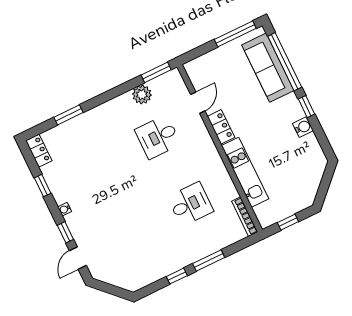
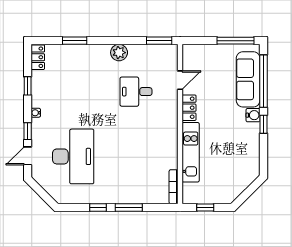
plant: (142, 95) -> (119, 53), moved
water cooler: (303, 127) -> (253, 115), moved
desk: (190, 204) -> (73, 156), moved, width x1.87, depth x1.30

